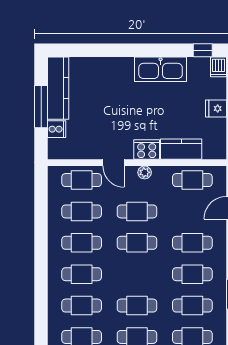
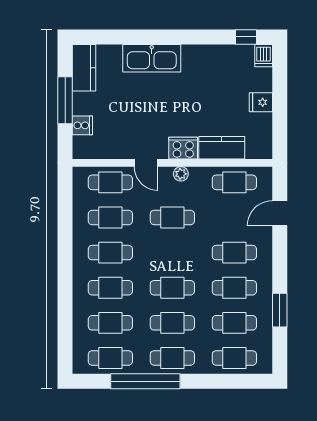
kitchen sink: (161, 69) -> (152, 58), moved
kitchen counter: (58, 88) -> (84, 68), width x0.67
cafe table: (137, 243) -> (172, 288), moved

